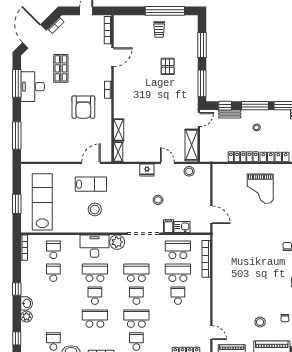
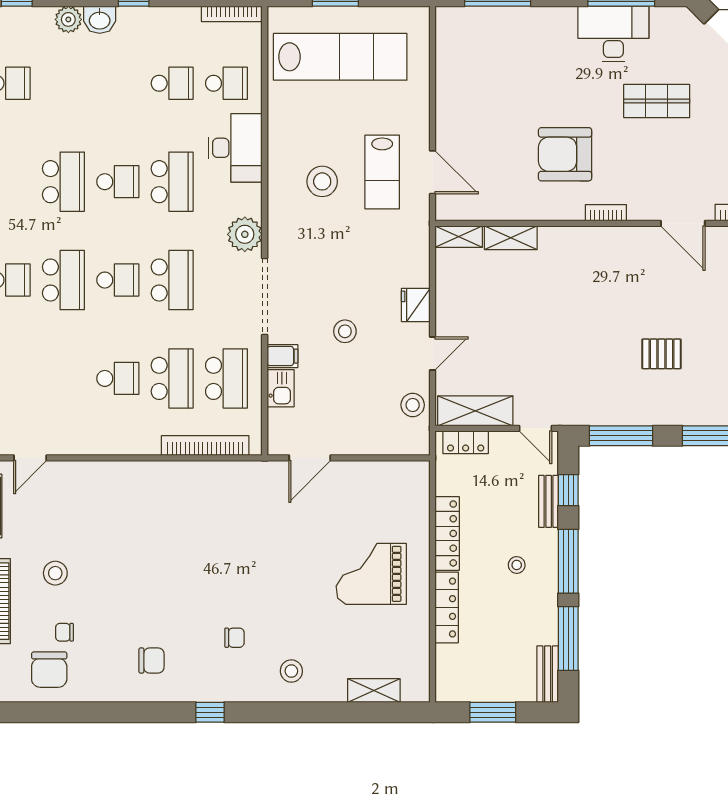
locker: (205, 149) -> (466, 442), added
desk: (94, 246) -> (235, 148), moved

